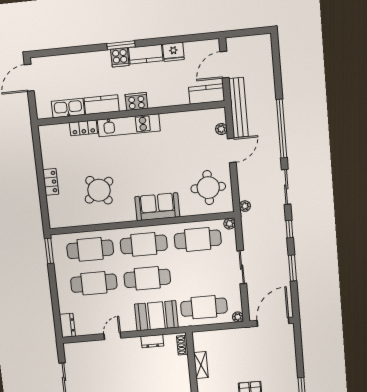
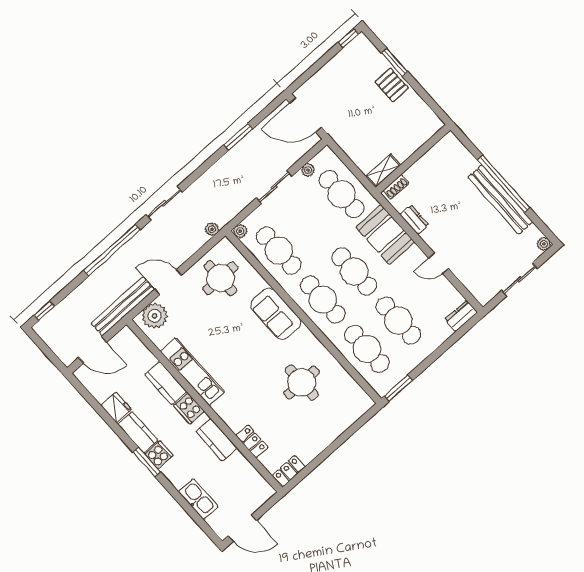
kitchen counter: (207, 94) -> (166, 383), moved
kitchen sink: (68, 108) -> (198, 499), moved, turned 180
kitchen unit: (129, 125) -> (192, 372), moved
plant: (221, 129) -> (155, 316), width x1.88, depth x1.88
locker: (51, 182) -> (289, 471), moved
round table: (99, 190) -> (302, 382), turned 37
window: (289, 229) -> (44, 311), moved
plant: (238, 317) -> (308, 170), moved
shelving: (201, 365) -> (383, 171), moved

